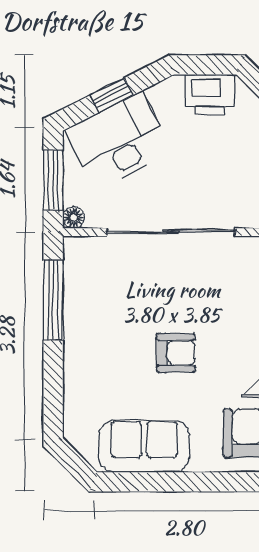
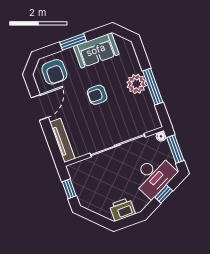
window: (53, 300) -> (153, 87), moved
plant: (85, 346) -> (136, 84), added
window: (186, 482) -> (73, 42), added

